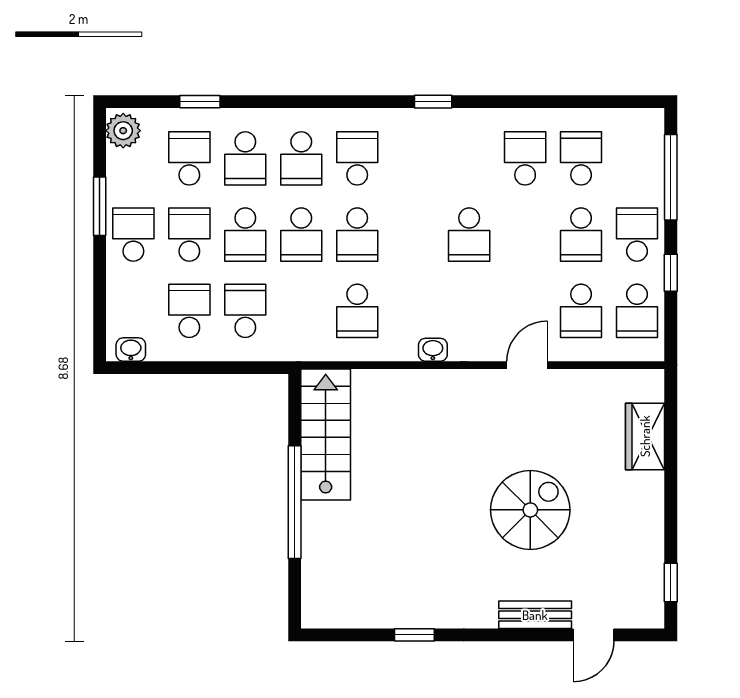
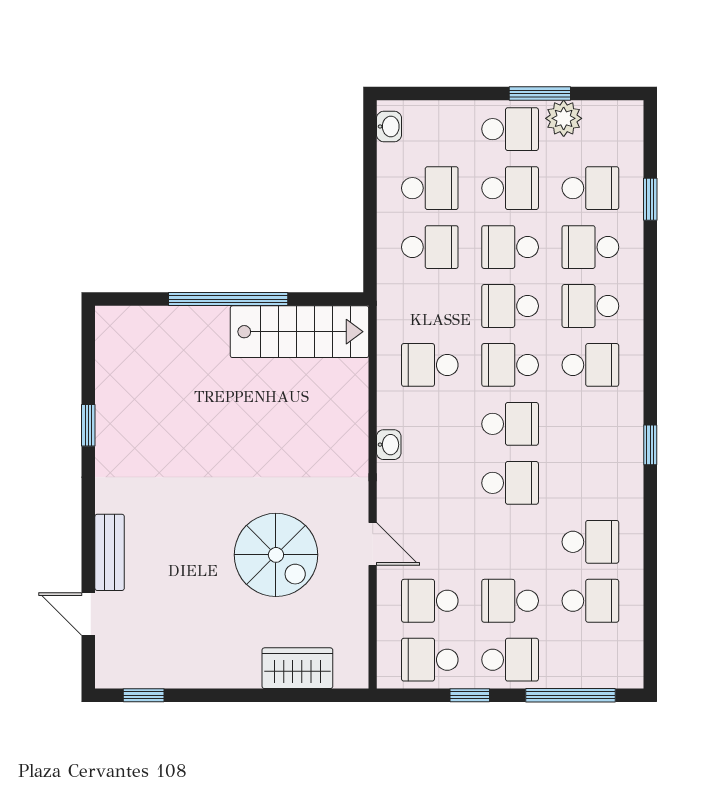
plant: (123, 131) -> (564, 118), moved
school desk: (413, 235) -> (510, 424), added
school desk: (469, 235) -> (510, 483), turned 180
spiral stairs: (530, 510) -> (276, 555), moved

